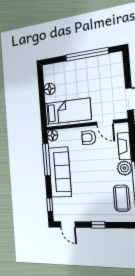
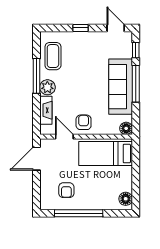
armchair: (99, 73) -> (66, 190), added
floor lamp: (50, 89) -> (126, 199), moved
armchair: (89, 138) -> (84, 122), turned -90
window: (47, 160) -> (136, 84), moved

